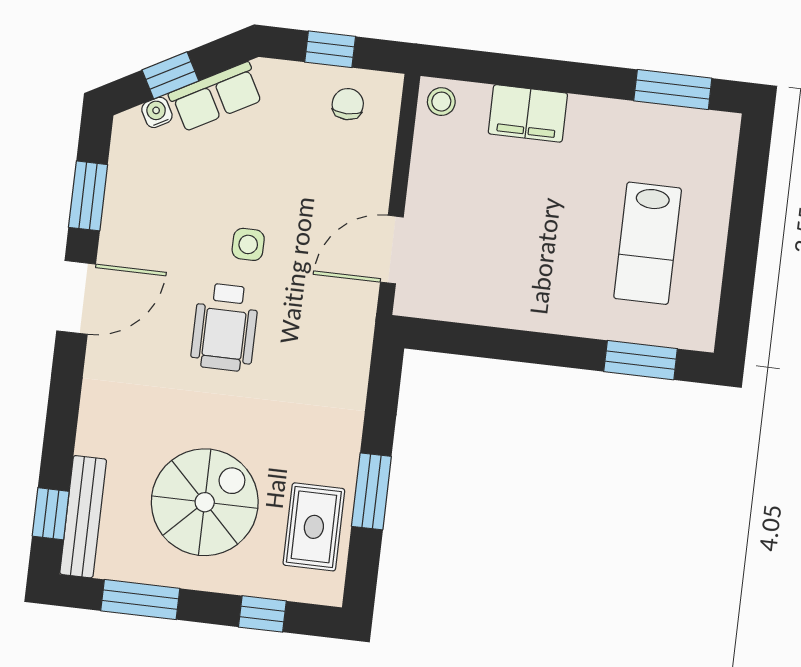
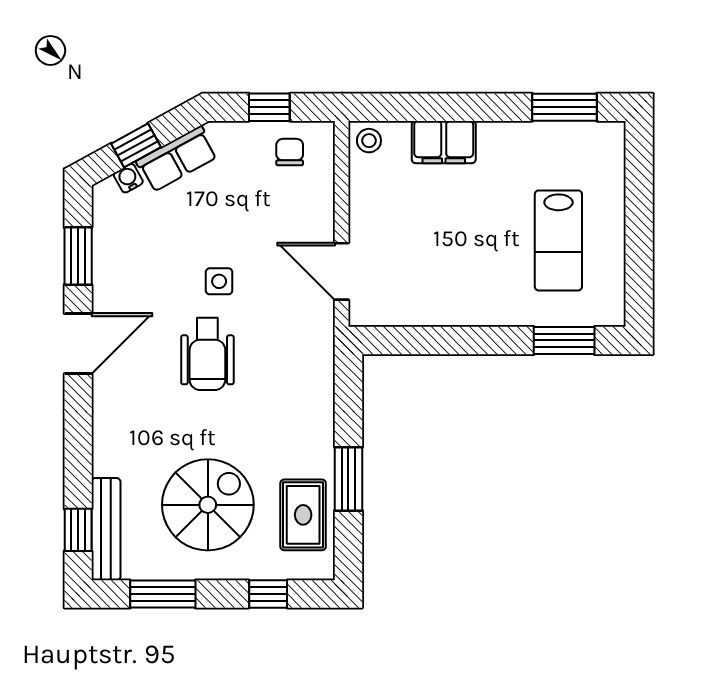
door: (392, 250) -> (342, 271), hinge flipped

